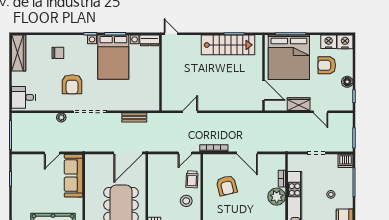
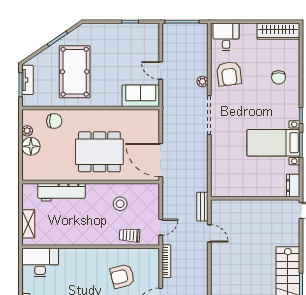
bed with nightstands: (113, 57) -> (273, 143), width x0.73
armchair: (72, 84) -> (229, 74), moved, turned -97
bench: (134, 117) -> (202, 207), moved
door: (185, 153) -> (161, 227), swing flipped
sofa: (73, 176) -> (141, 96), width x0.73
stool: (186, 201) -> (120, 204), moved

